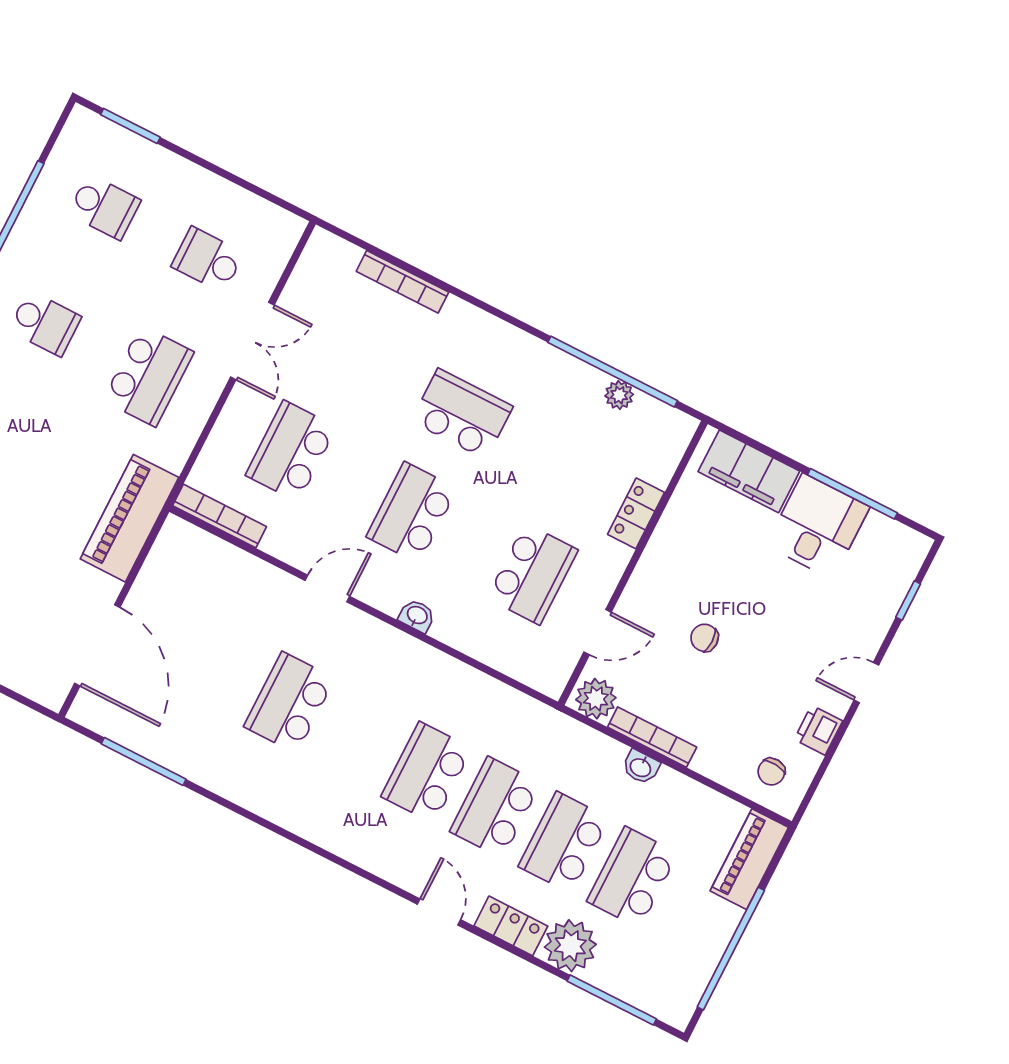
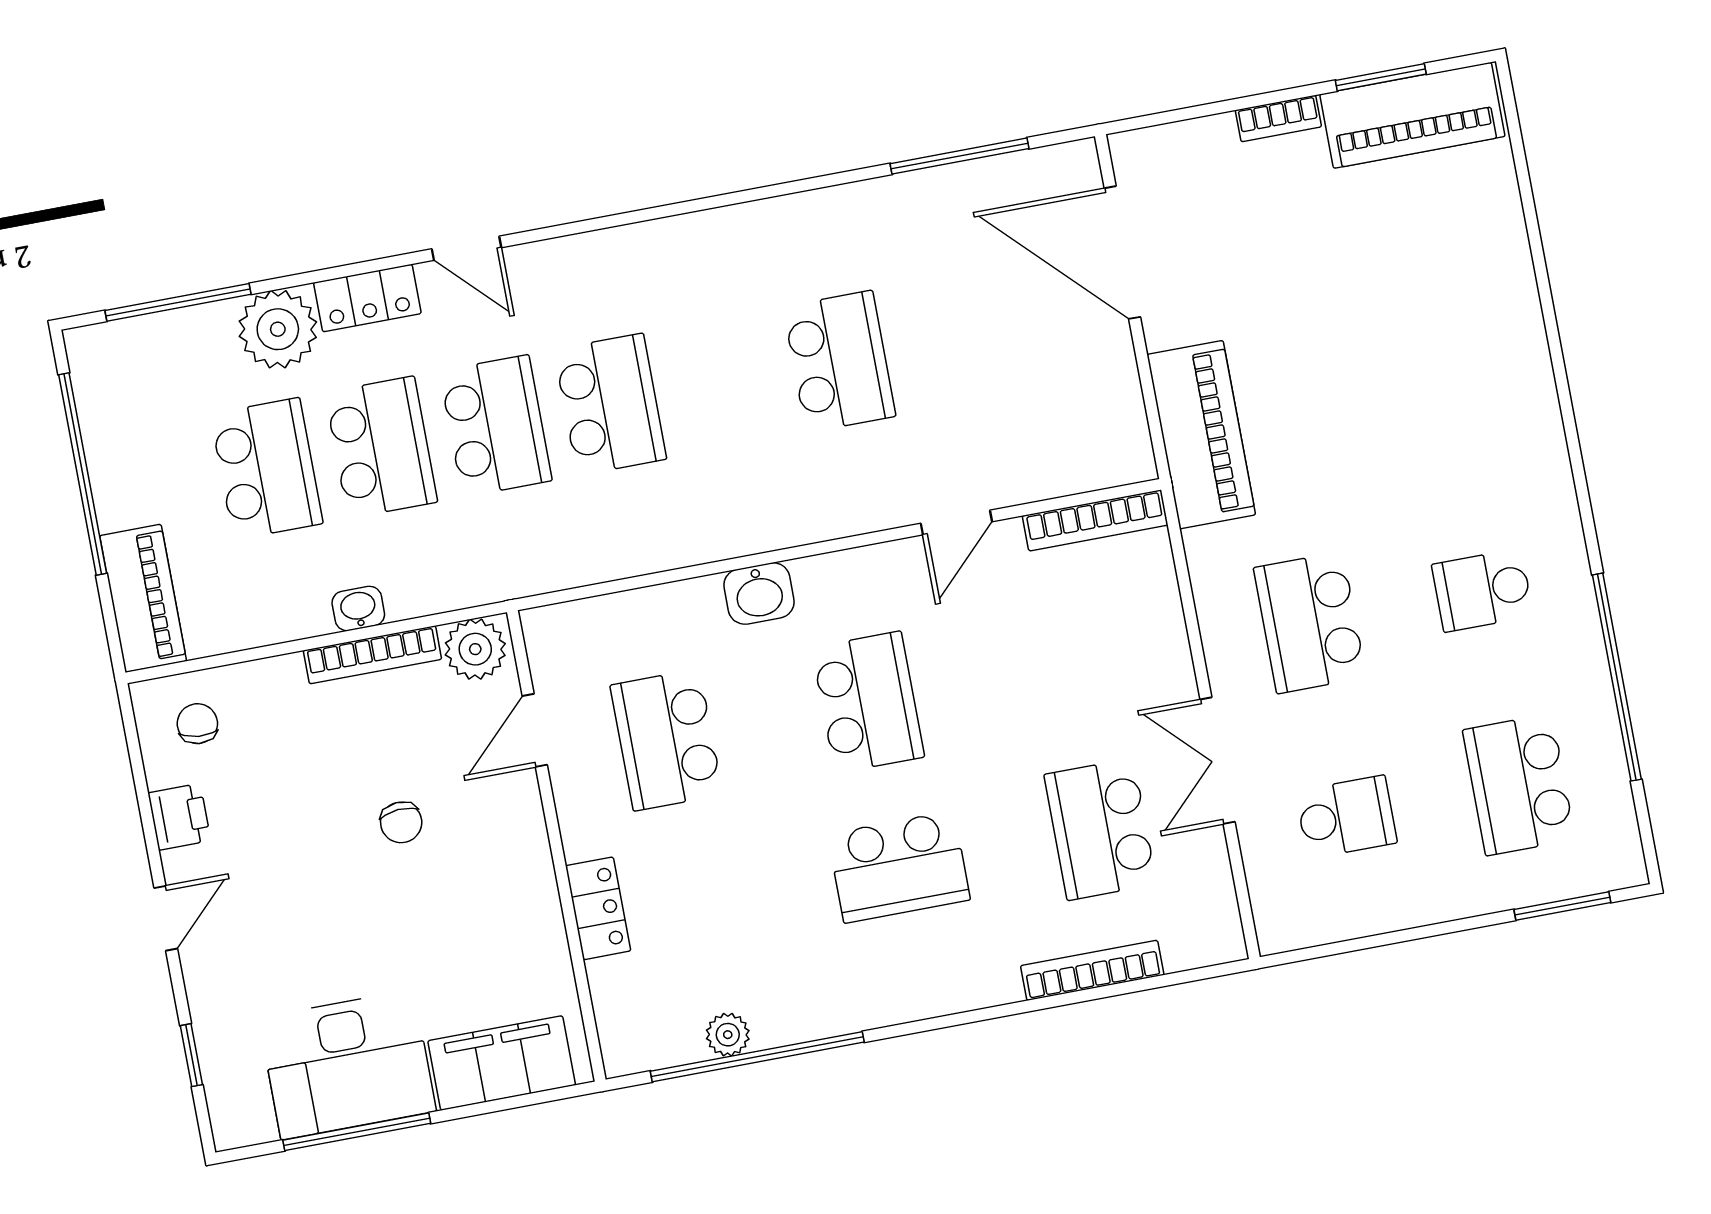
school desk: (104, 207) -> (1519, 785), width x1.85
school desk: (291, 451) -> (1100, 829), moved, turned 180
desk: (818, 526) -> (347, 1065), width x1.37
door: (327, 588) -> (956, 523), moved
washbasin: (417, 616) -> (759, 593), width x1.38, depth x1.45
chair: (705, 638) -> (401, 822), turned 86

